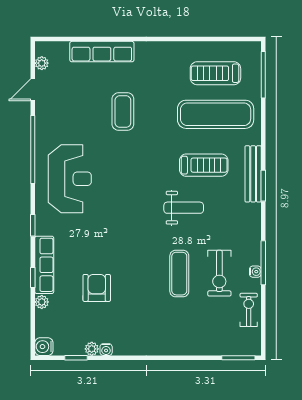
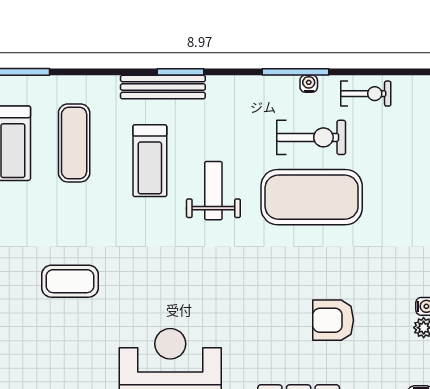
exercise mat: (216, 114) -> (74, 143), width x0.73, depth x0.69
treadmill: (204, 165) -> (150, 161), turned 180
exercise mat: (179, 274) -> (312, 197), width x2.00, depth x1.45
exercise bike: (249, 310) -> (366, 94), turned 180

